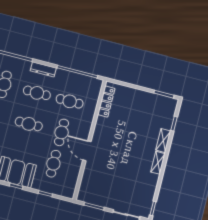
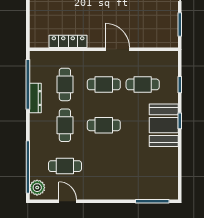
dresser: (43, 69) -> (35, 98), moved
locker: (106, 101) -> (68, 41), moved
cafe table: (29, 124) -> (104, 125), turned 90
door: (87, 151) -> (117, 49), swing flipped

